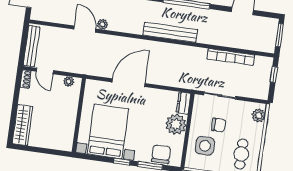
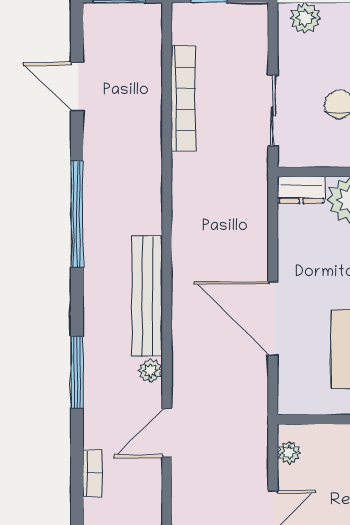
plant: (102, 24) -> (151, 371), moved
bench: (170, 32) -> (147, 296), moved

